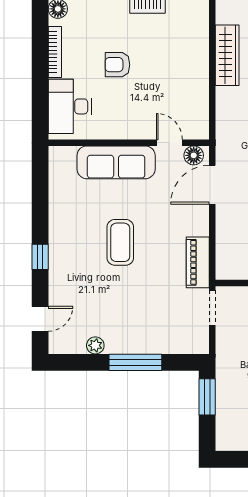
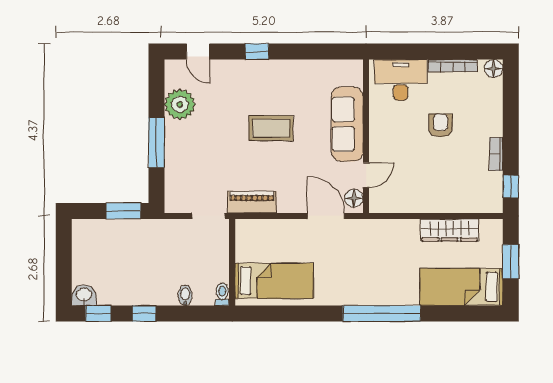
plant: (95, 345) -> (180, 104), width x1.88, depth x1.88

